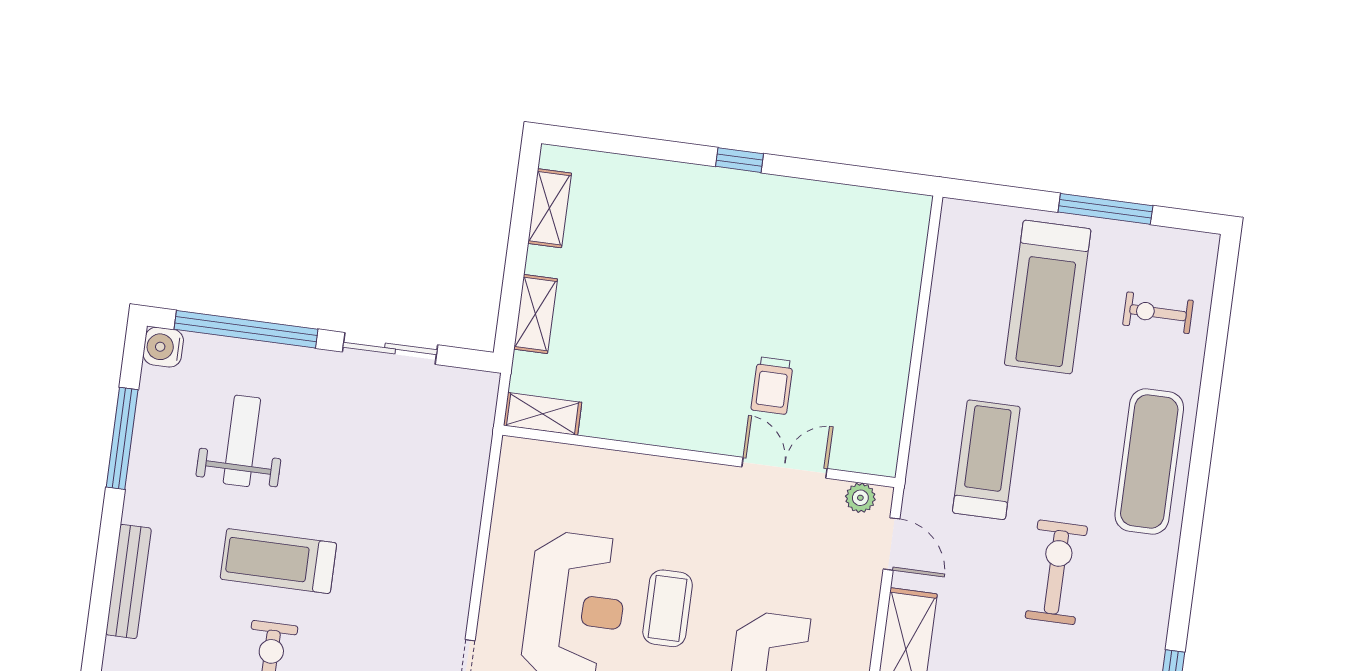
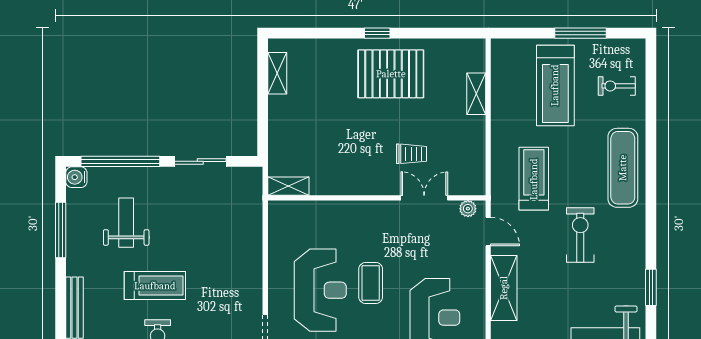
pallet: (754, 237) -> (391, 74), added
shelving: (536, 314) -> (476, 94), moved
trolley: (772, 386) -> (412, 154), turned -90
treadmill: (278, 561) -> (155, 286), turned 180

